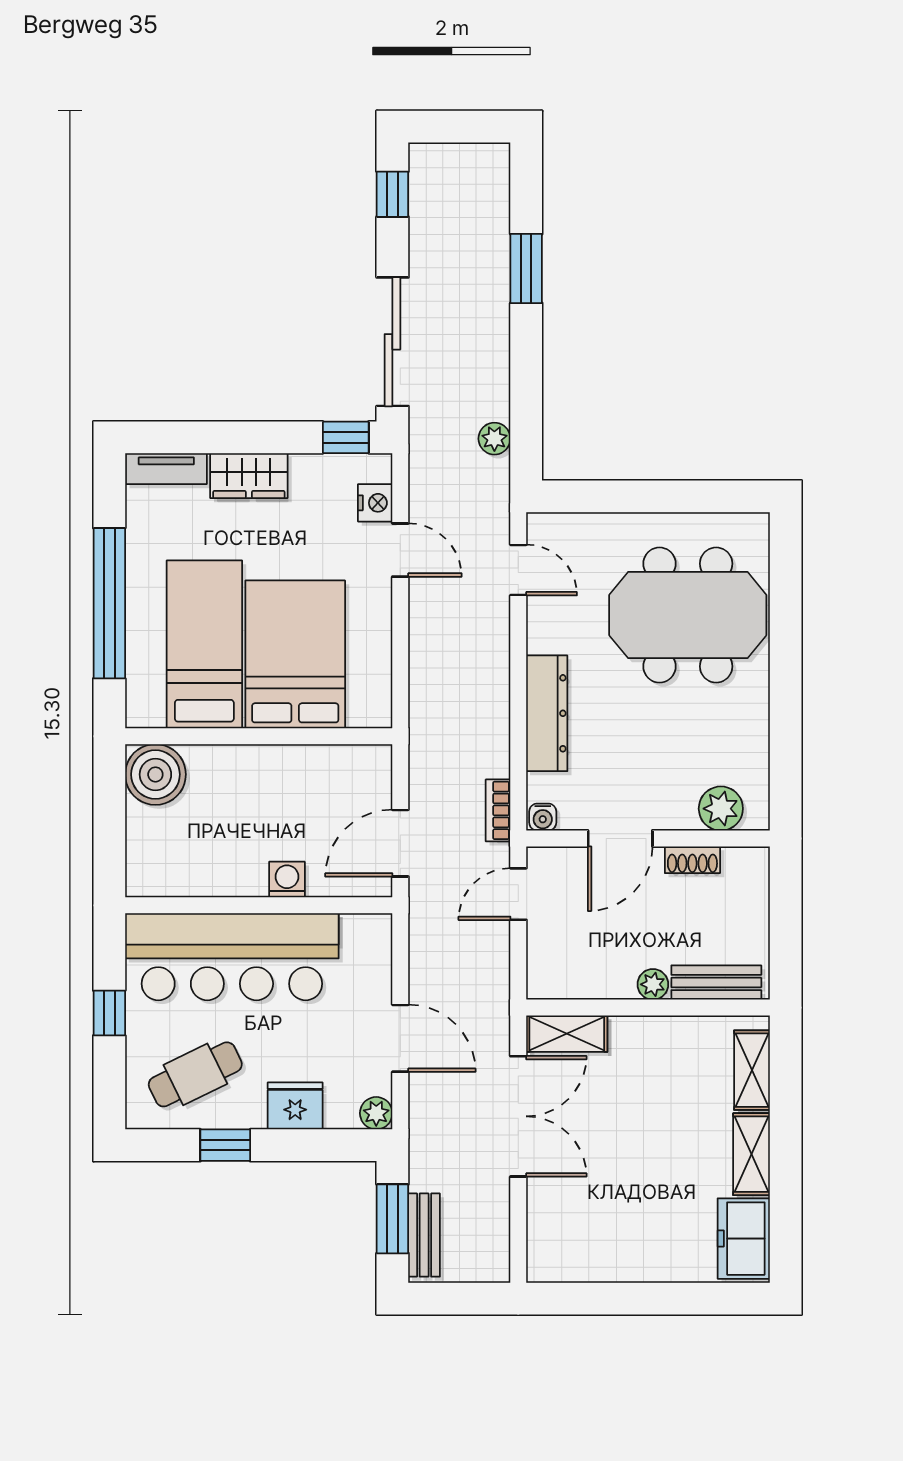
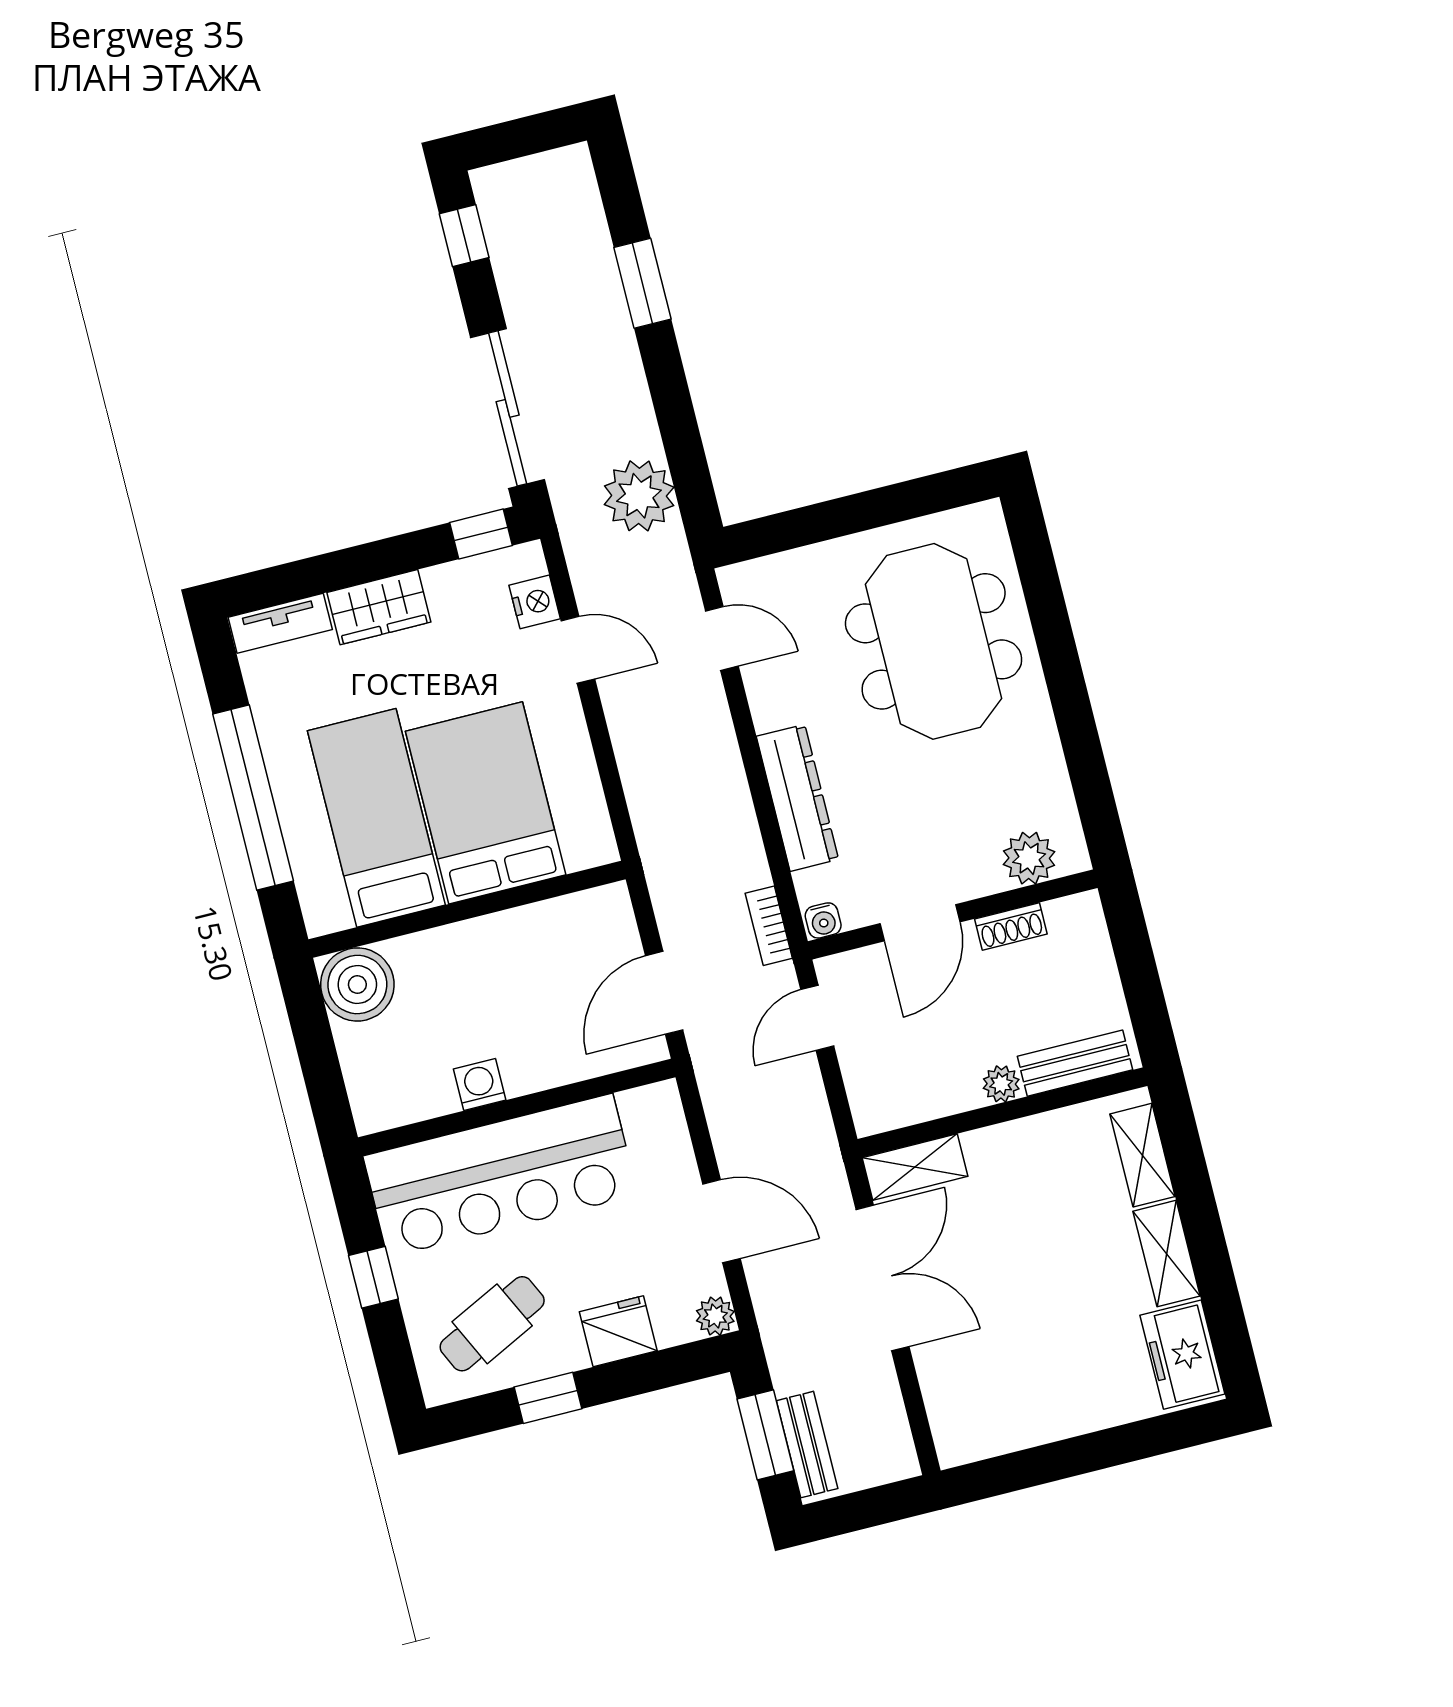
plant: (494, 439) -> (639, 496), width x1.88, depth x1.88
meeting table: (688, 615) -> (934, 641), turned 90
washing machine: (287, 880) -> (480, 1085), moved

